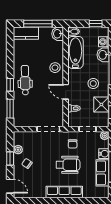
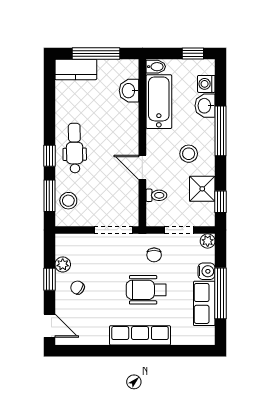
washbasin: (58, 34) -> (129, 91), moved
stool: (55, 68) -> (68, 201), moved
wheelchair: (68, 165) -> (146, 290), turned 180

